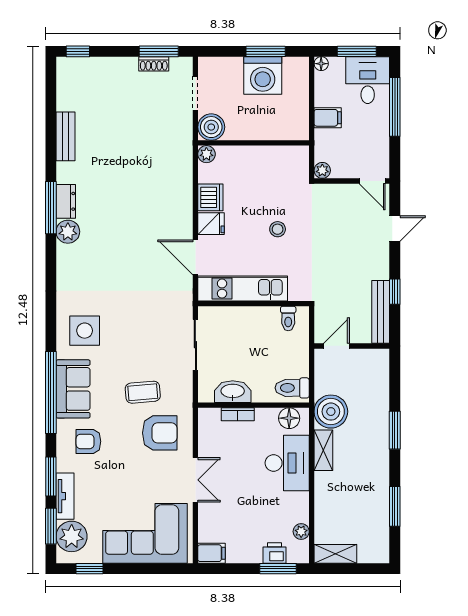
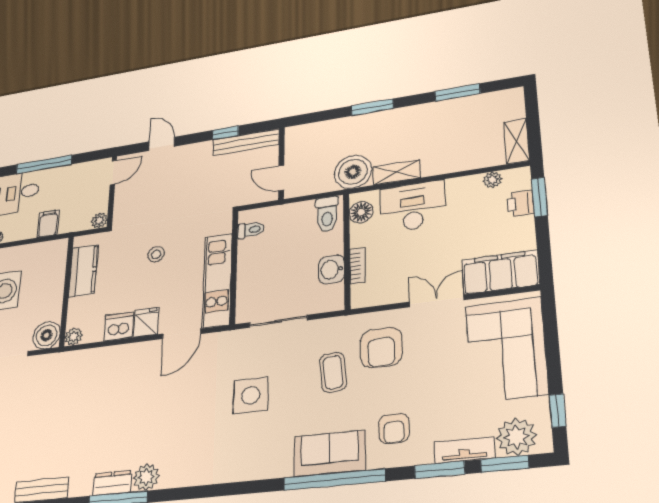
kitchen counter: (272, 158) -> (83, 271), added
side table: (85, 331) -> (251, 395), moved
washbasin: (233, 392) -> (332, 269), width x0.72
armchair: (160, 433) -> (381, 347), turned 180
filing cabinet: (211, 553) -> (500, 272), width x3.00, depth x1.17

